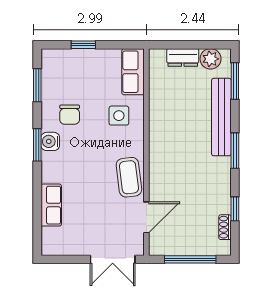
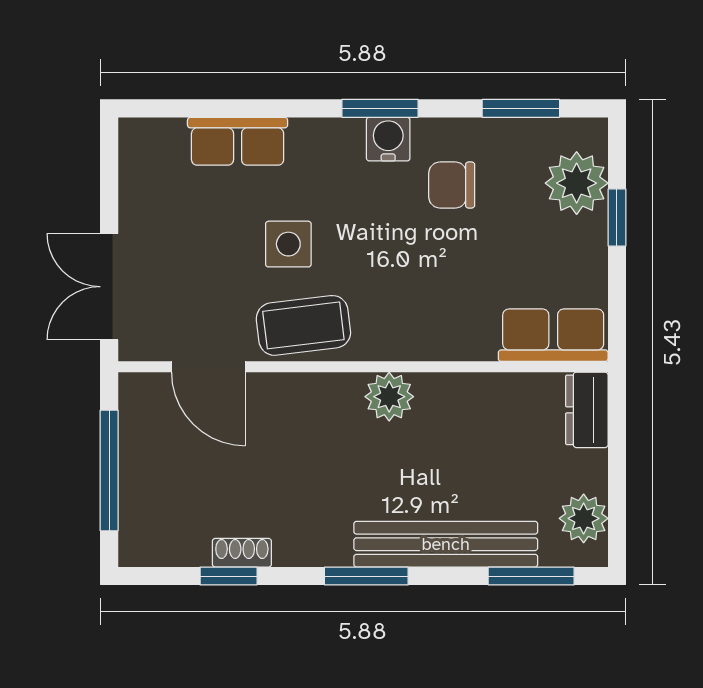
dresser: (183, 57) -> (587, 410), moved
plant: (69, 62) -> (577, 183), added
side table: (119, 116) -> (288, 244), moved
plant: (159, 141) -> (389, 397), added
shoe rack: (225, 227) -> (242, 553), moved

